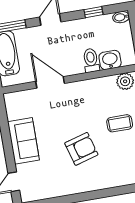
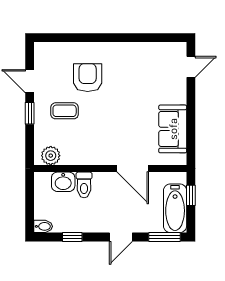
sofa: (23, 141) -> (173, 129), moved
armchair: (81, 149) -> (88, 78), moved, turned 106

